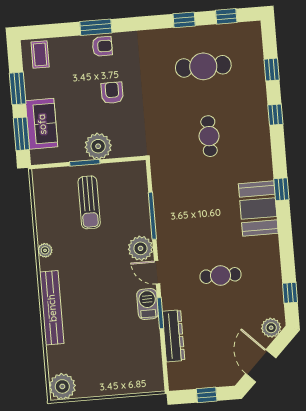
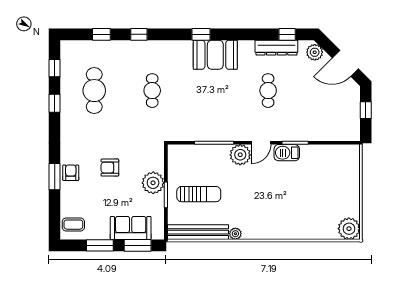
cafe table: (209, 136) -> (152, 91), turned 90
bench: (52, 308) -> (198, 232), moved
dresser: (174, 336) -> (276, 48), moved, turned 180

